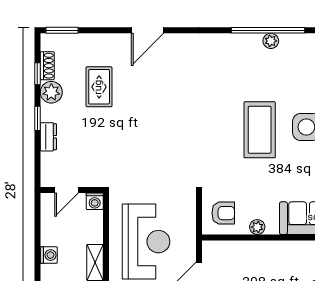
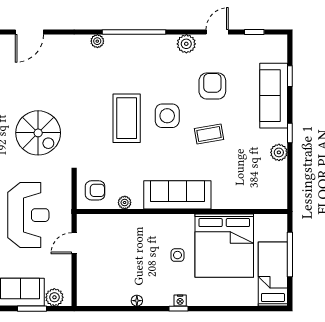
plant: (271, 41) -> (97, 41), moved
spiral stairs: (157, 147) -> (38, 133), added

